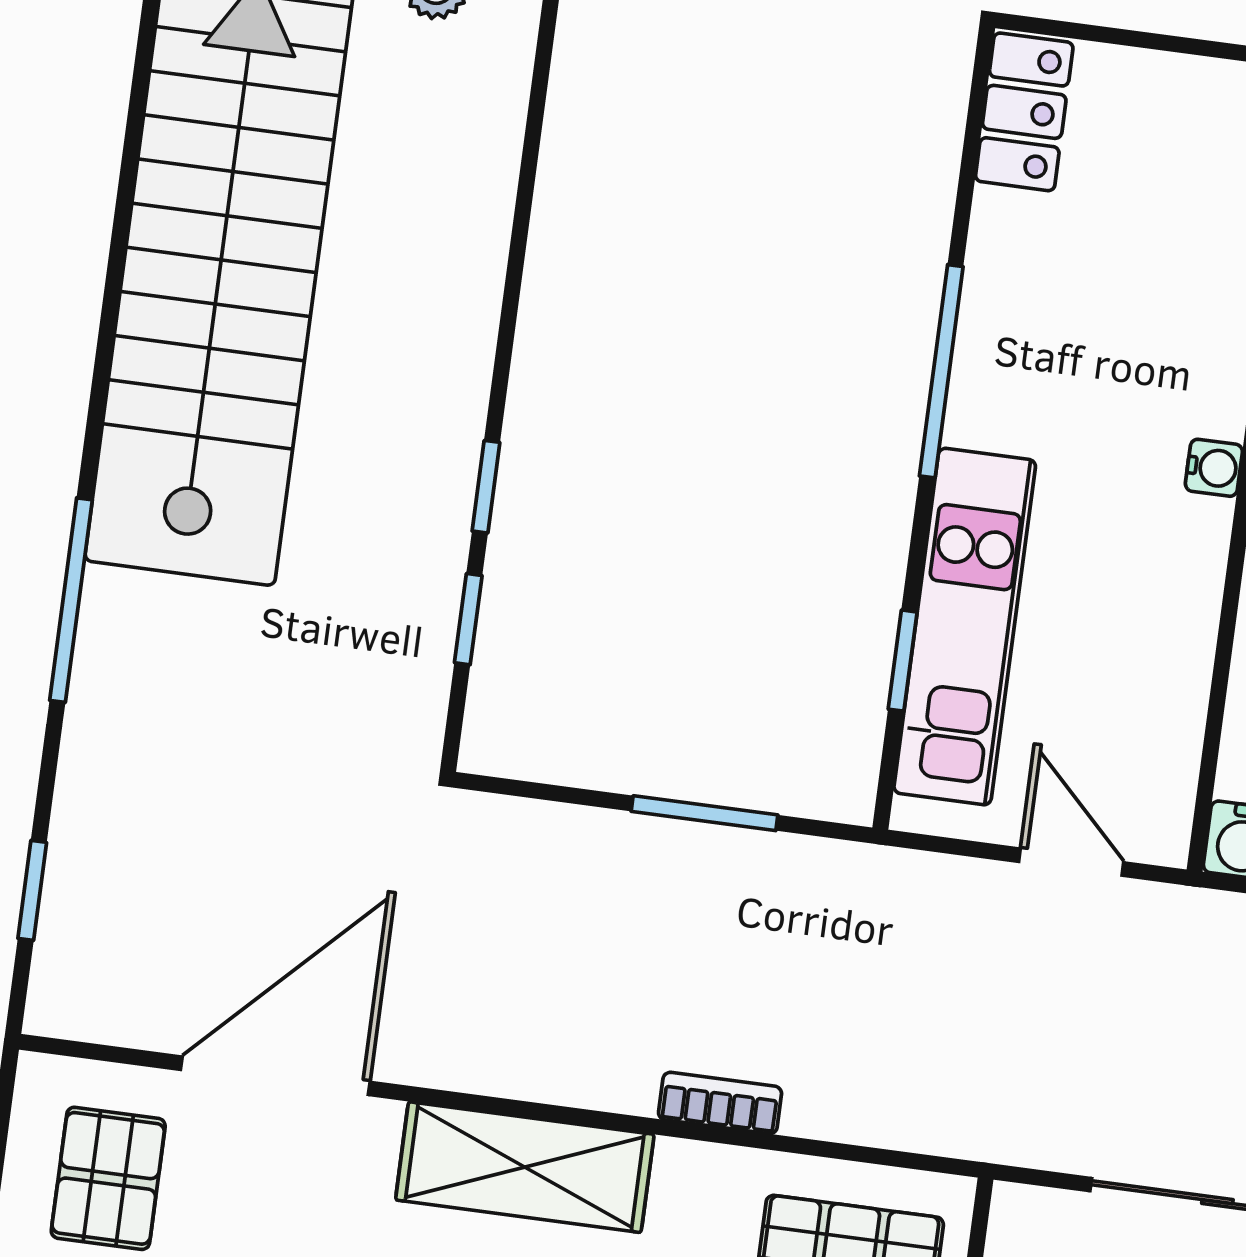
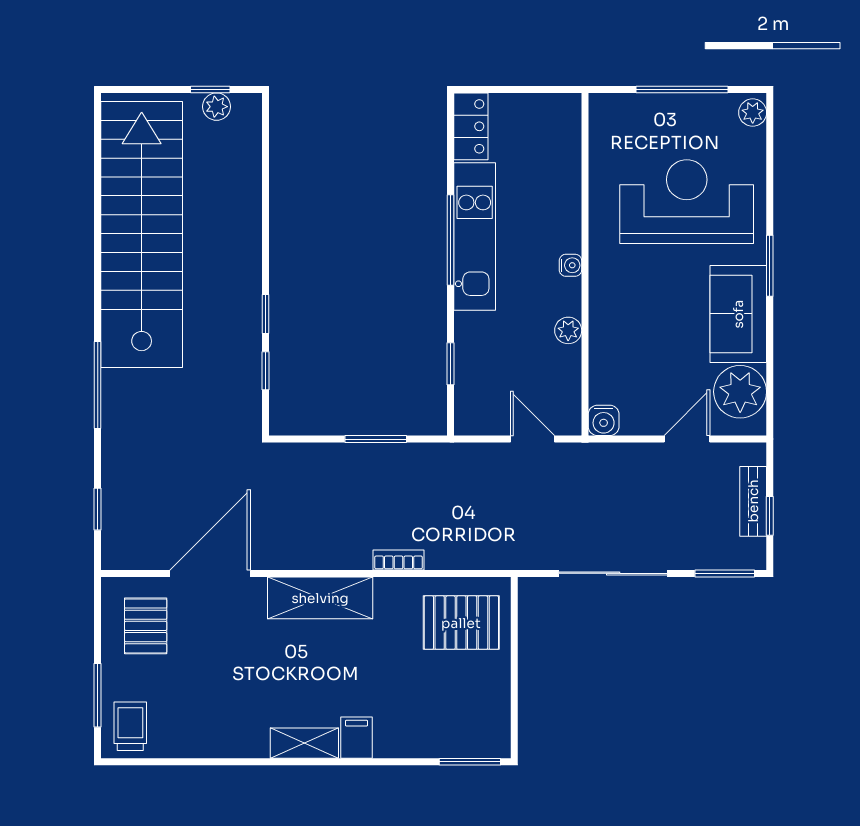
plant: (1188, 619) -> (568, 330), added
kitchen unit: (965, 627) -> (475, 236), moved

